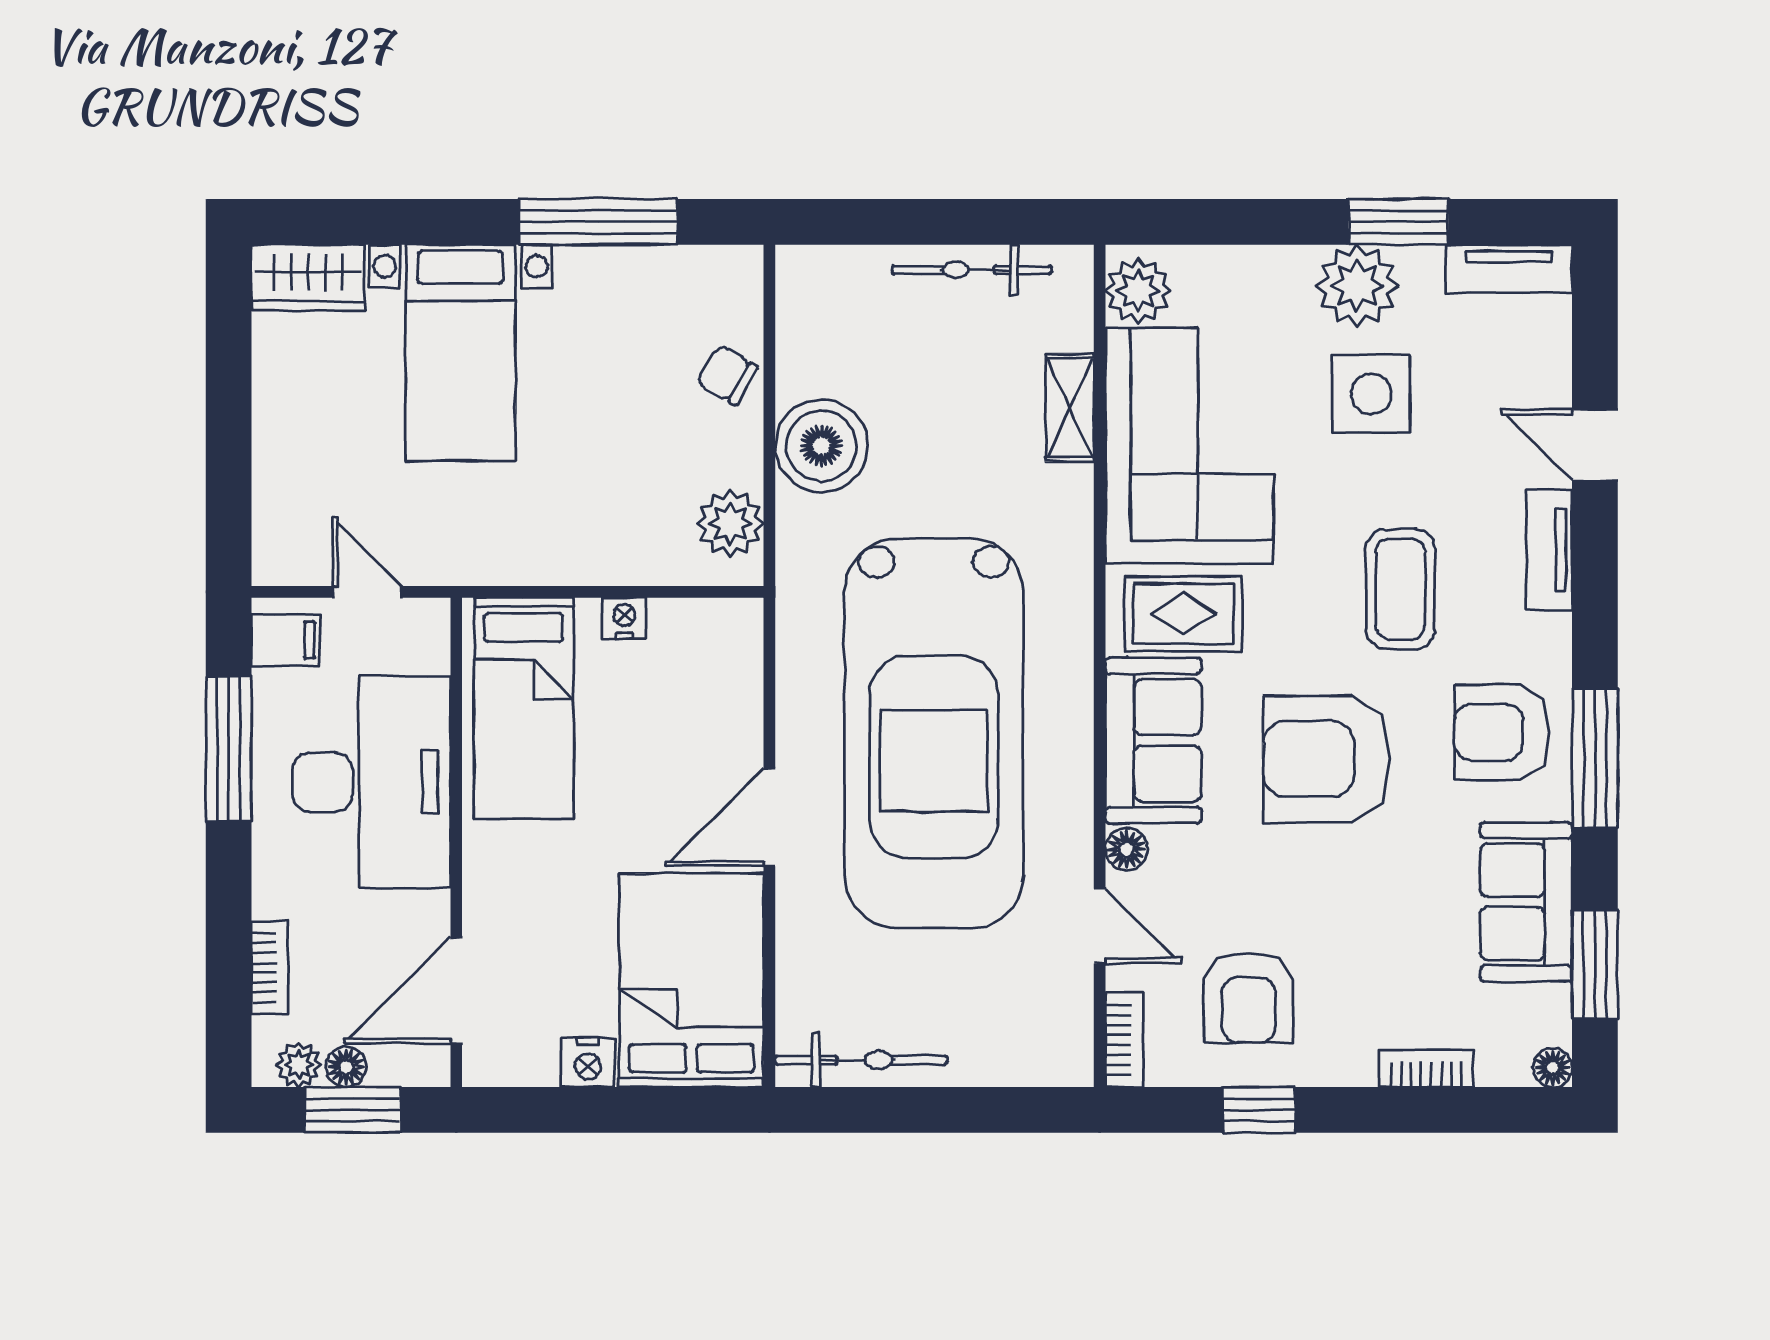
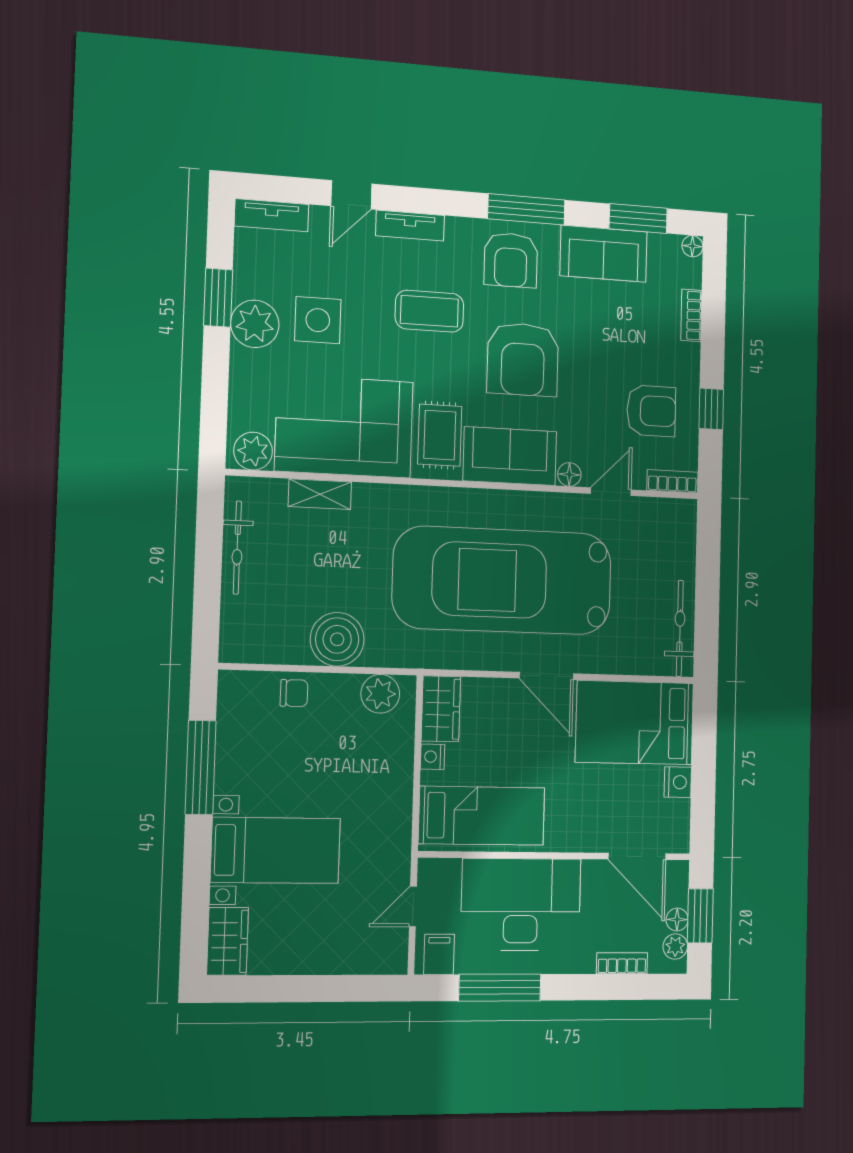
tv unit: (1509, 269) -> (272, 215), moved, turned 90
chair: (727, 375) -> (294, 693), turned -120
wardrobe: (707, 630) -> (441, 709), added
car: (934, 733) -> (502, 581), turned 180

